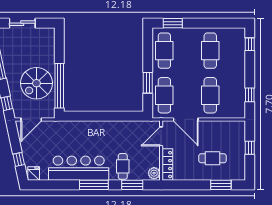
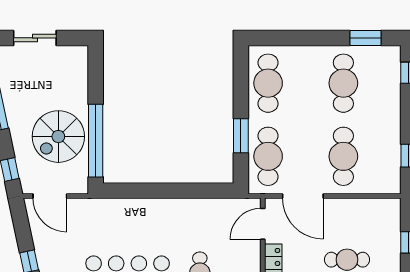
window: (173, 23) -> (365, 38), moved
door: (31, 119) -> (50, 196), hinge flipped

